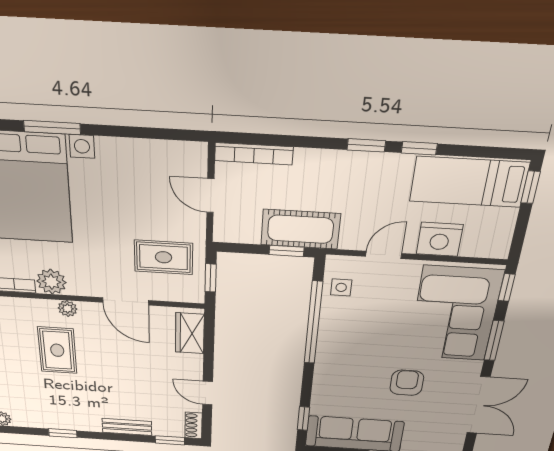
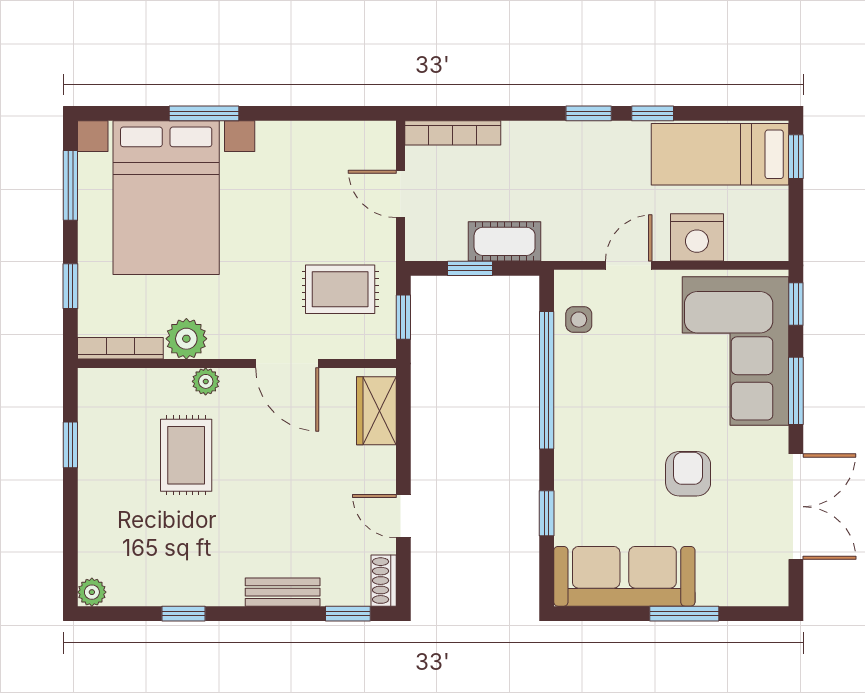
cot: (301, 229) -> (505, 241), width x0.73, depth x0.75
window: (287, 251) -> (470, 268), moved
window: (303, 418) -> (547, 513), moved

